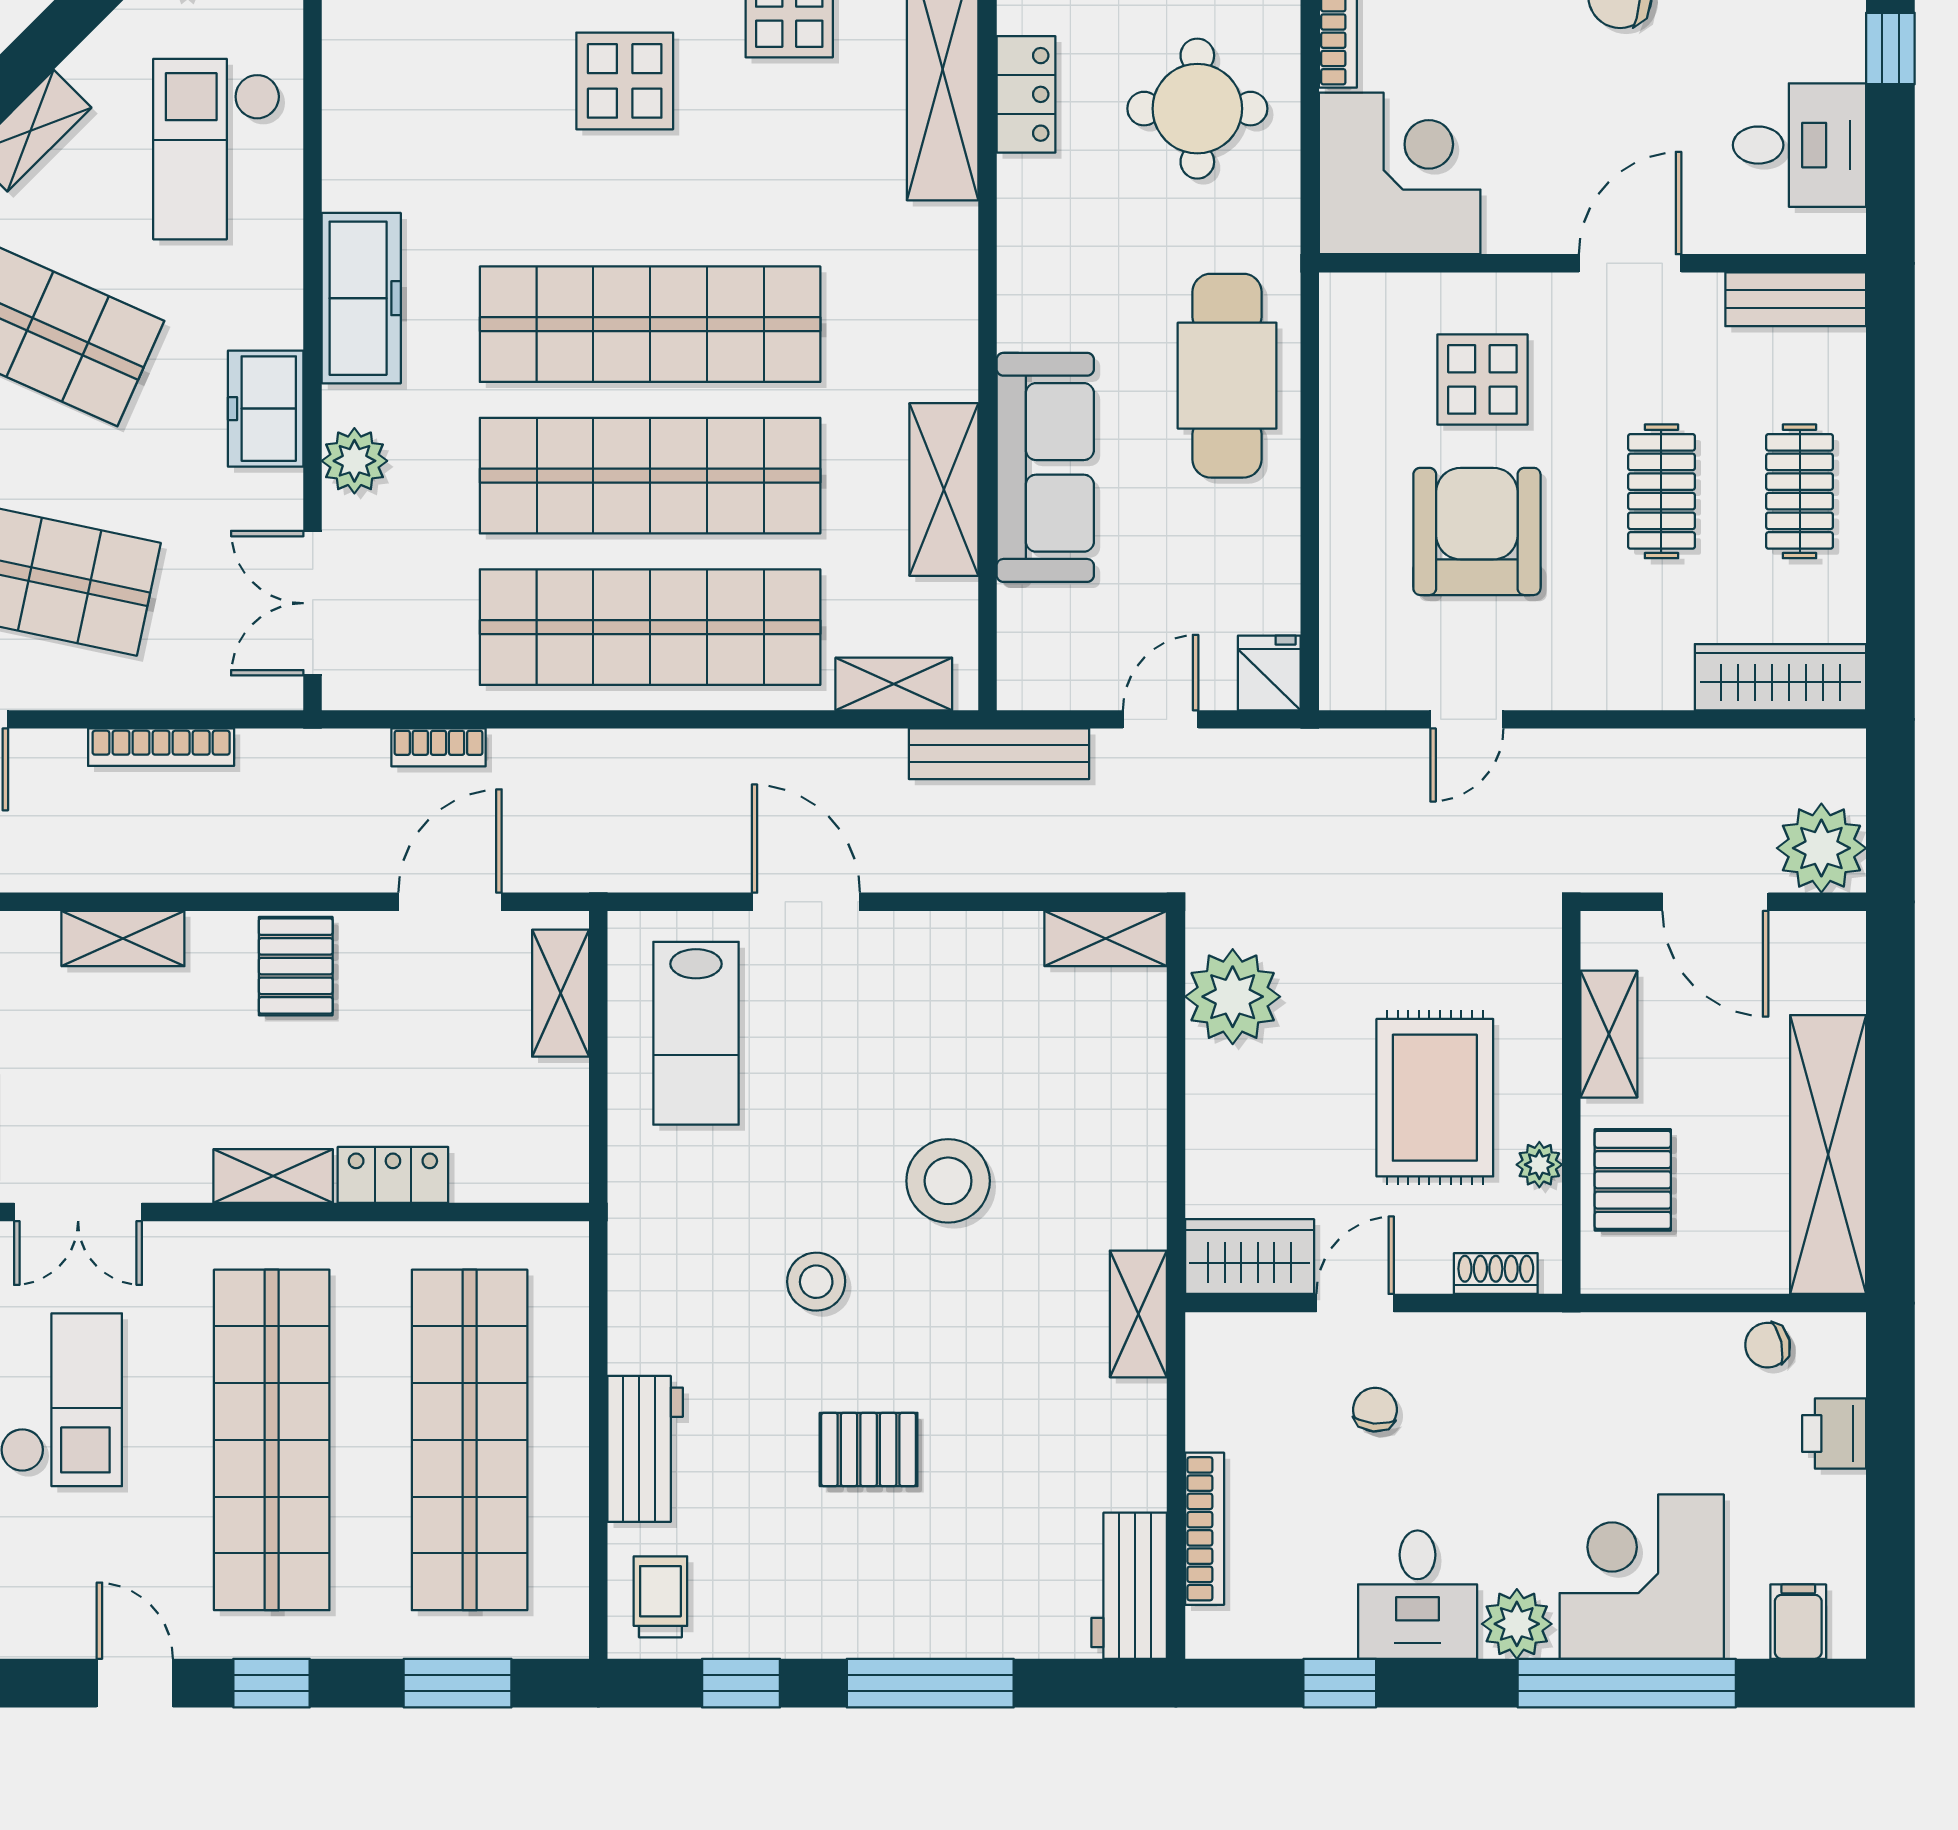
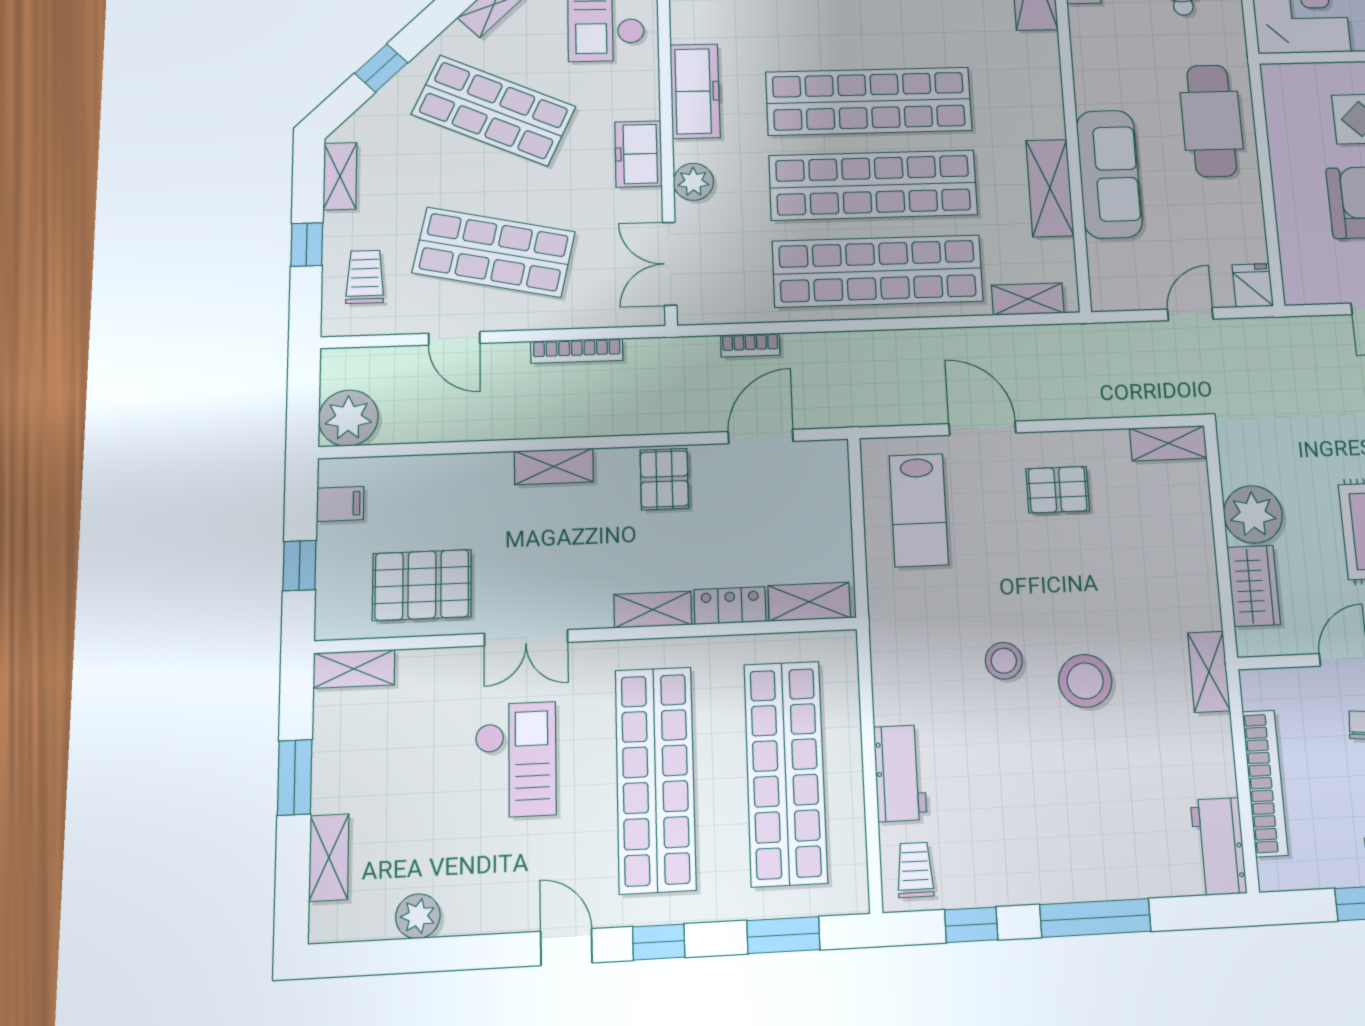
bench: (999, 754) -> (1094, 337), removed
shelving: (561, 993) -> (809, 602), moved, turned 90
plant: (1233, 997) -> (1253, 514), moved
stool: (948, 1181) -> (1085, 681), moved
wardrobe: (1250, 1257) -> (1254, 586), moved, turned 90
pallet: (869, 1450) -> (1058, 490), moved
bookcase: (1205, 1529) -> (1265, 783), width x1.48, depth x1.31

